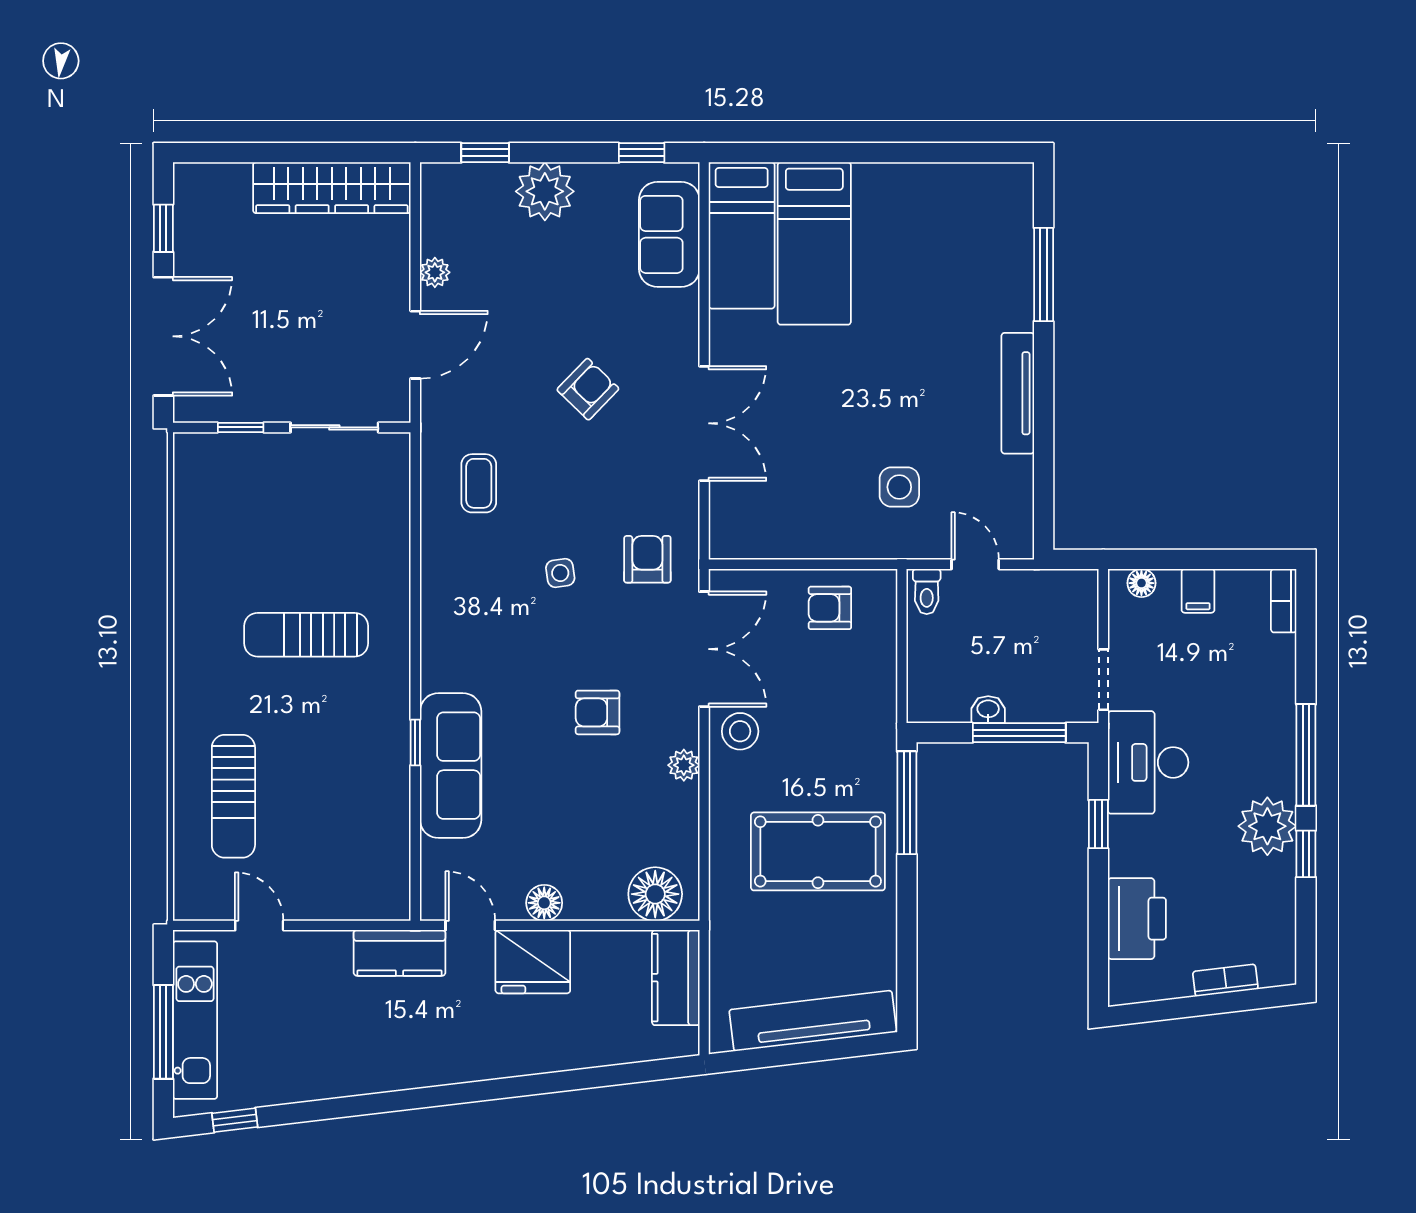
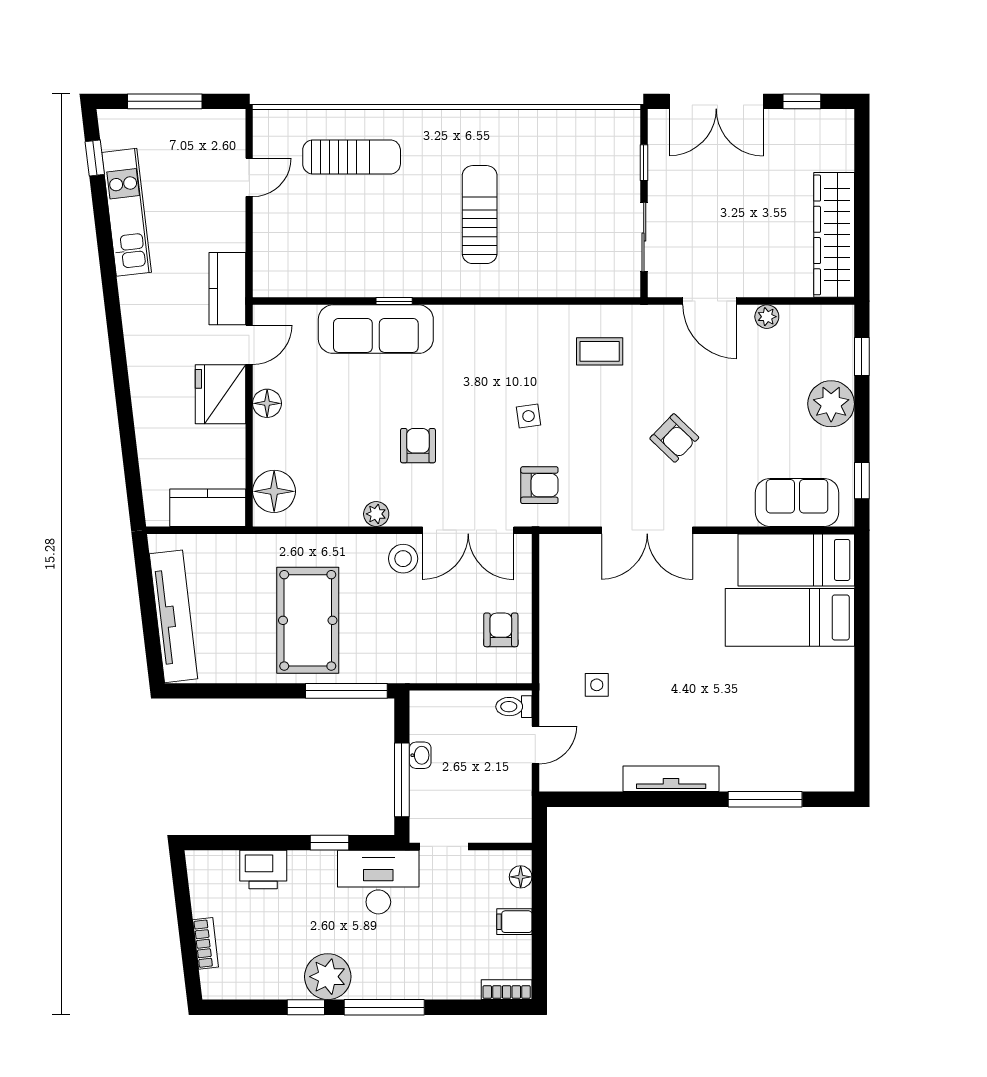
side table: (899, 487) -> (597, 685), width x0.73, depth x0.73
sun lounger: (233, 796) -> (352, 157), turned 180
printer: (1137, 919) -> (263, 869), width x0.73, depth x0.84
kitchen unit: (195, 1020) -> (126, 212), moved, turned -97

